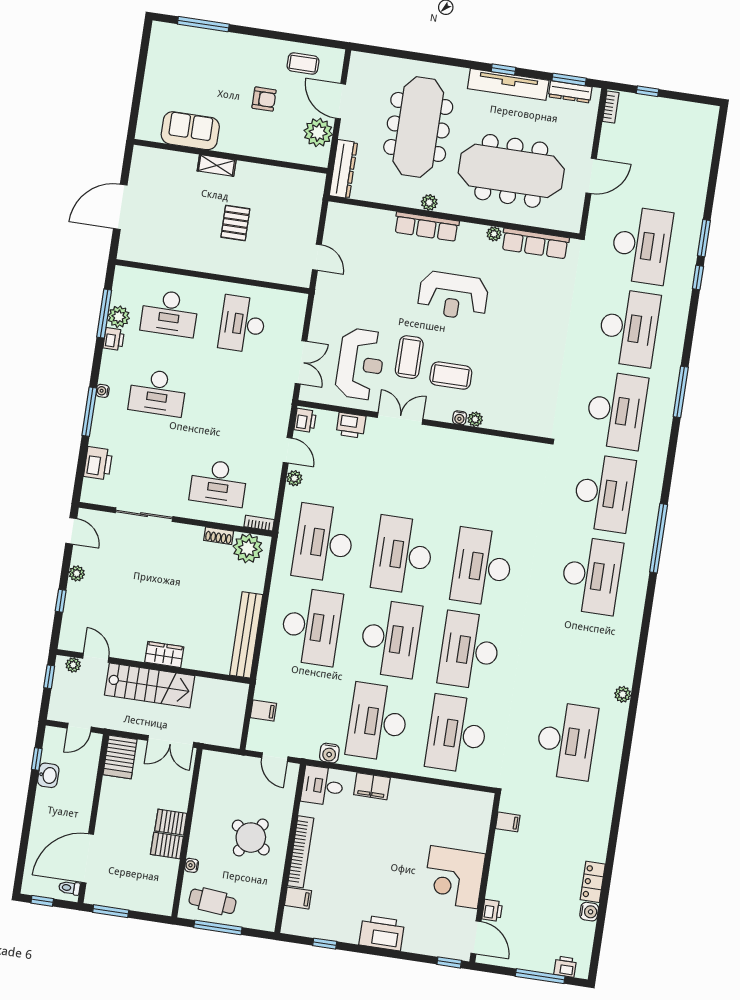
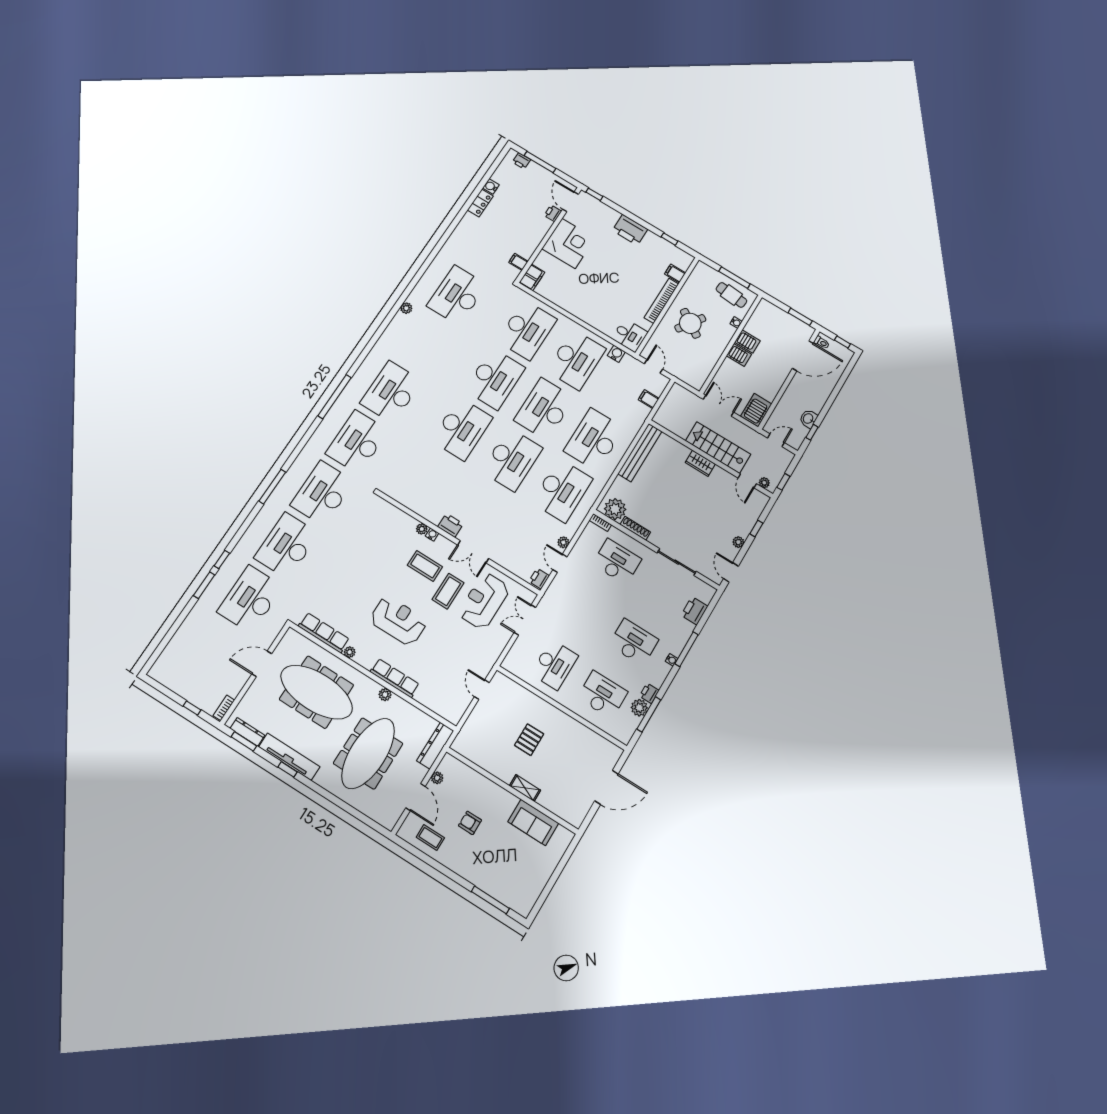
plant: (318, 132) -> (437, 778), width x0.53, depth x0.53
printer: (351, 425) -> (451, 525), moved
shoe rack: (219, 536) -> (635, 528), width x1.43
filing cabinet: (372, 786) -> (532, 277), moved, turned 90

